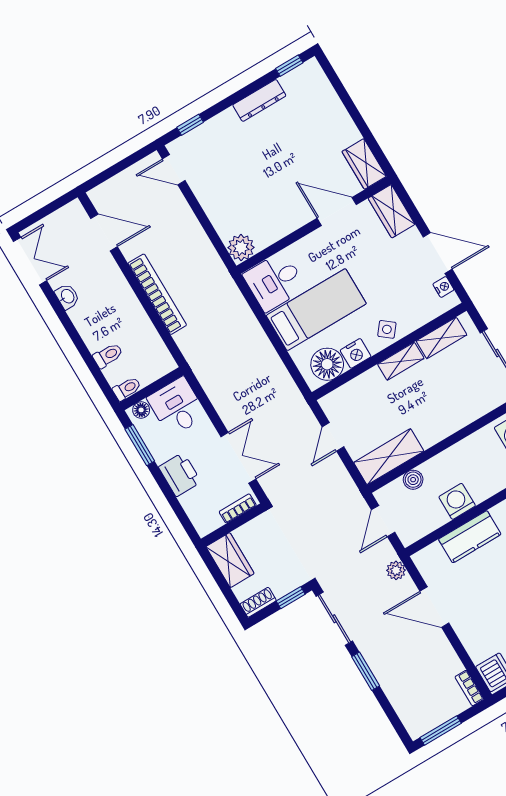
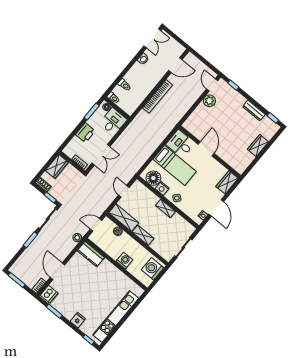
wardrobe: (364, 164) -> (258, 146), moved
door: (337, 211) -> (206, 149), moved
door: (104, 233) -> (175, 65), hinge flipped
plant: (241, 248) -> (209, 101), moved
shelving: (441, 338) -> (143, 235), moved
door: (333, 437) -> (124, 191), hinge flipped
washing machine: (457, 501) -> (124, 261), moved
kitchen counter: (470, 537) -> (91, 254), moved
door: (434, 607) -> (57, 271), moved

